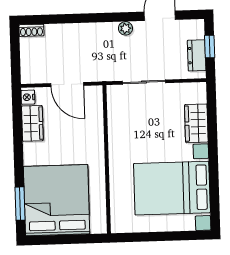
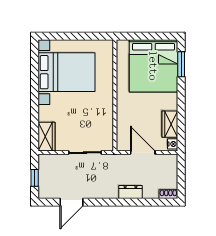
plant: (125, 28) -> (98, 193), removed
dresser: (197, 55) -> (131, 192), moved, turned -90
wardrobe: (196, 123) -> (47, 137), moved

